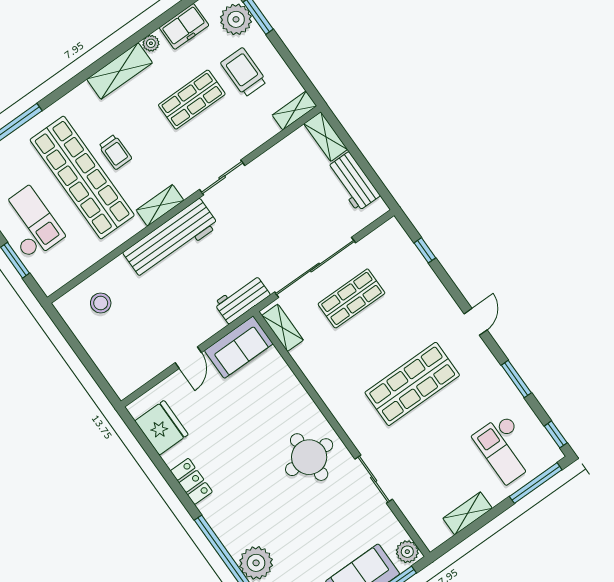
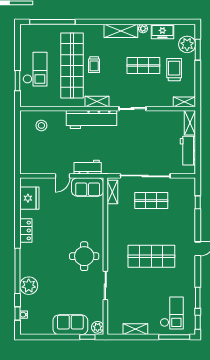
workbench: (242, 299) -> (88, 167), moved
window: (516, 379) -> (198, 298), moved
checkout: (506, 449) -> (172, 313), turned 180

